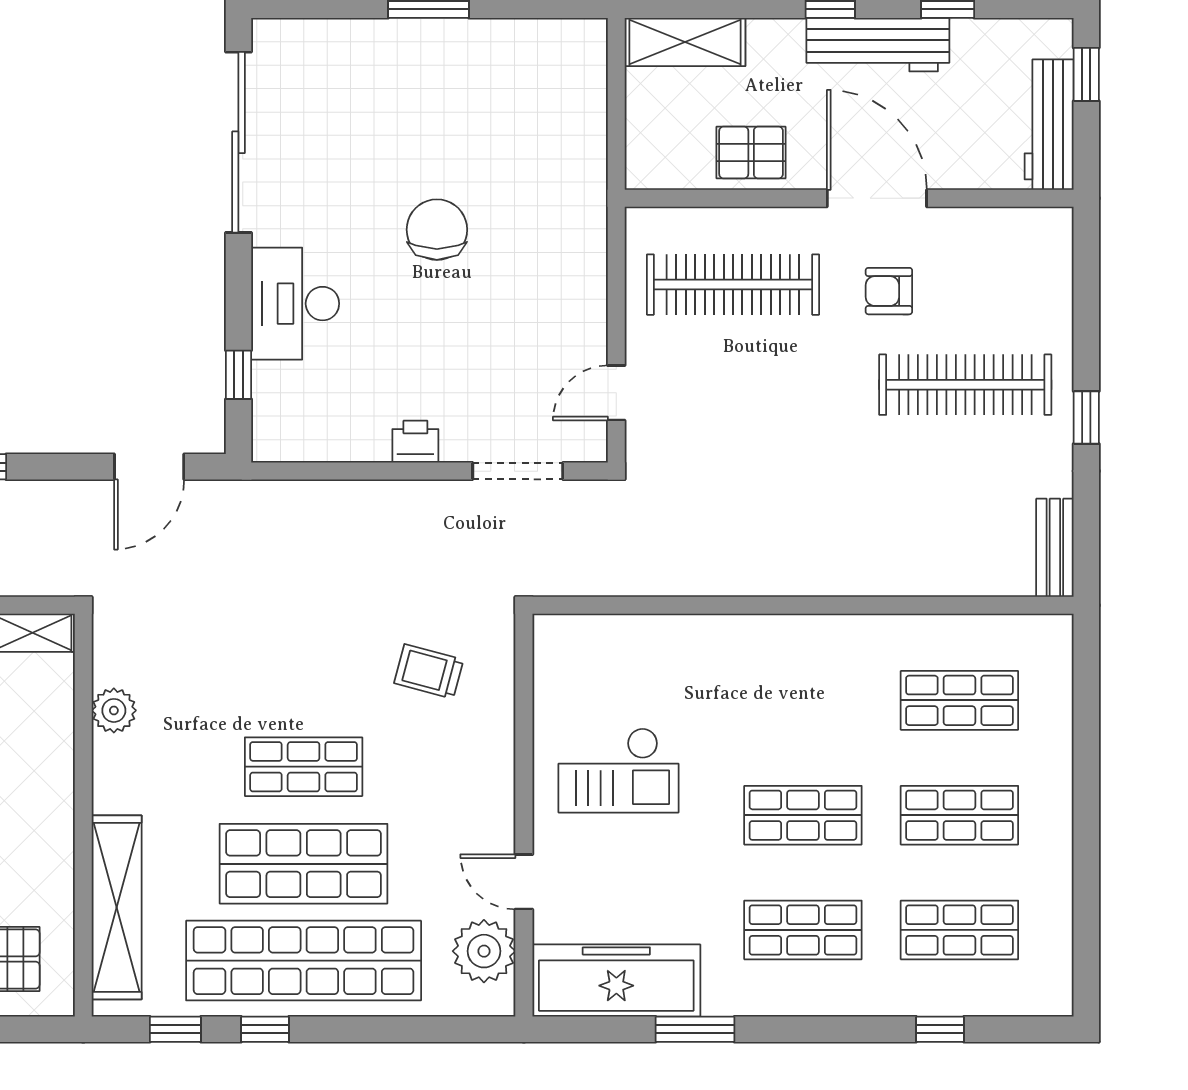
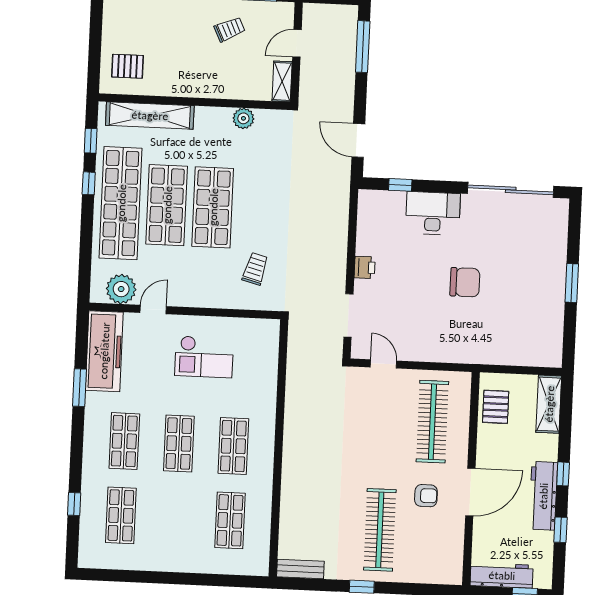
pallet: (751, 152) -> (496, 407), moved
armchair: (889, 291) -> (426, 496), turned 90
shop shelf: (304, 767) -> (213, 207), width x1.43, depth x1.36
checkout: (619, 770) -> (204, 357), turned -90
shop shelf: (959, 815) -> (233, 446), moved

